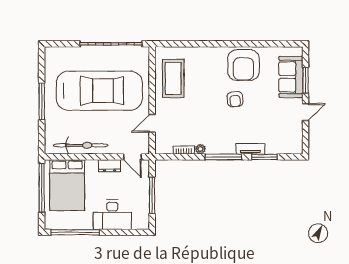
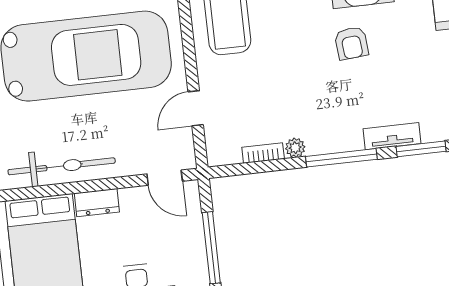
dresser: (110, 166) -> (97, 203), moved

